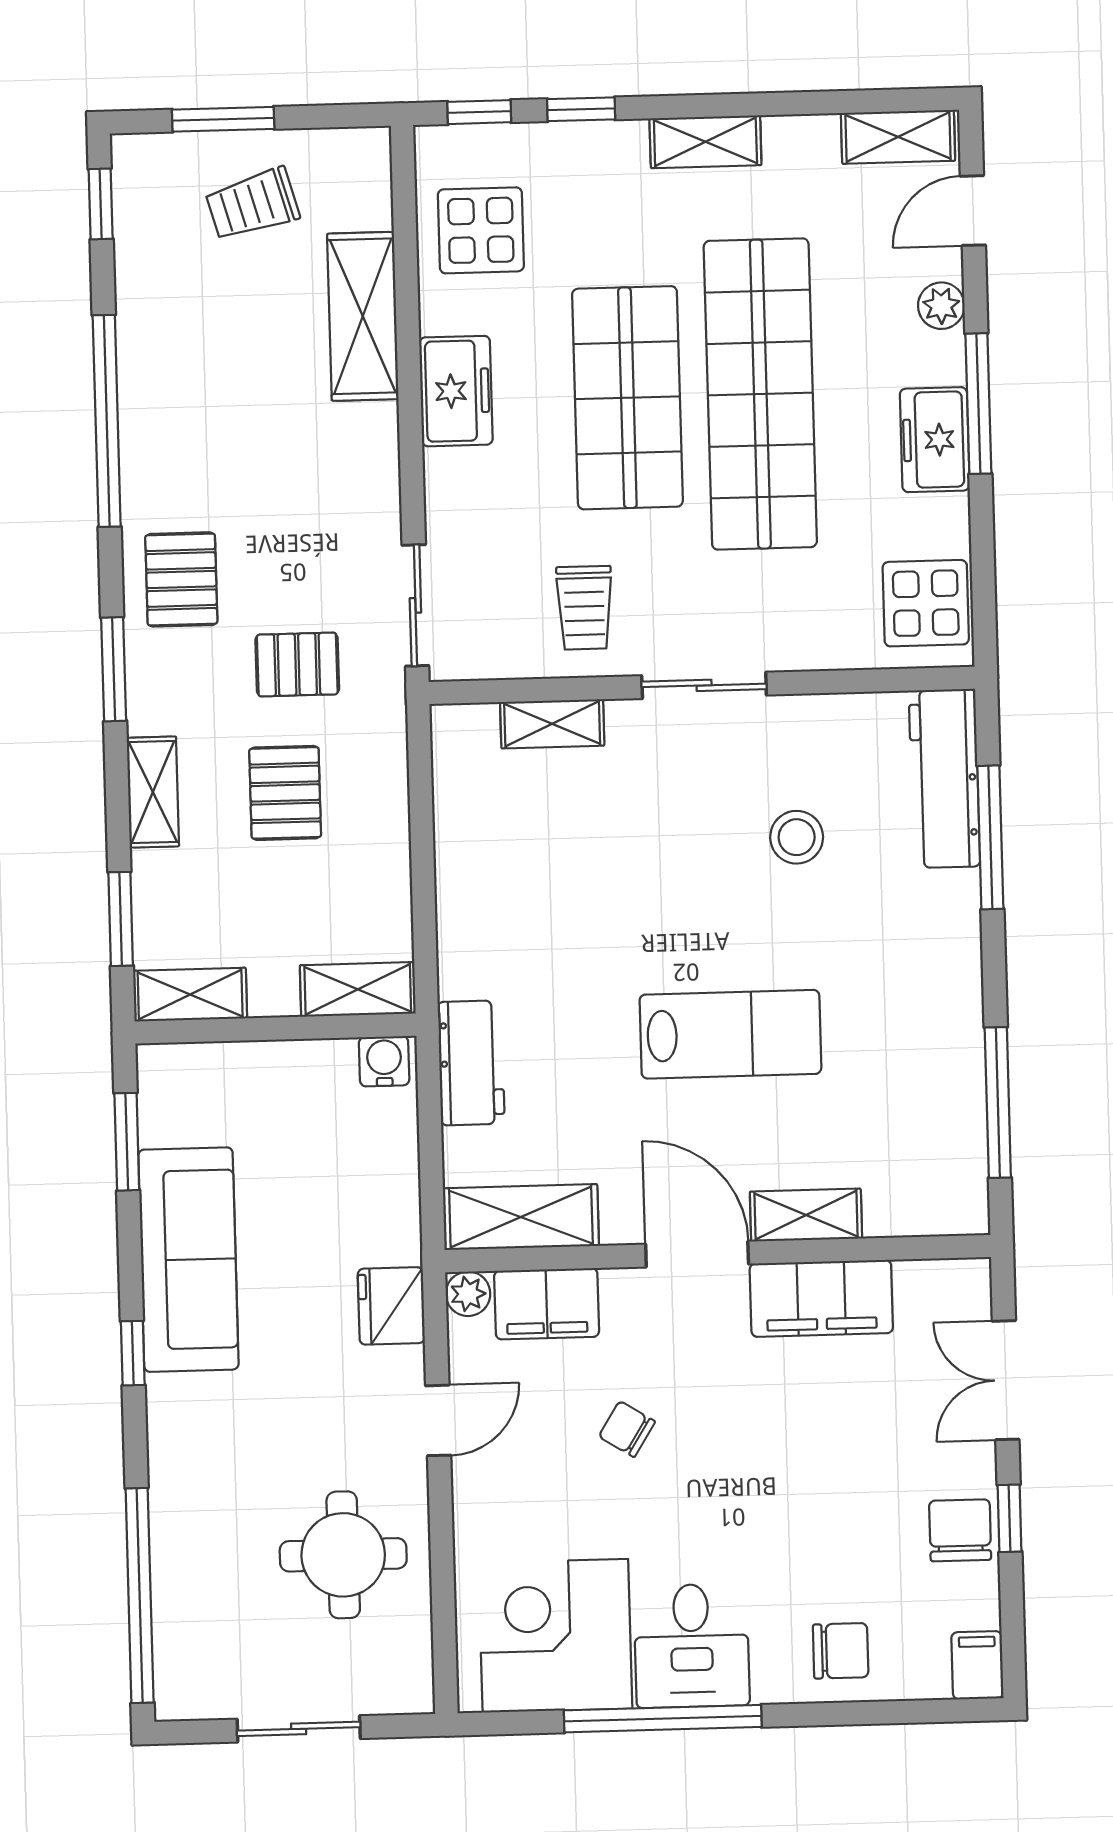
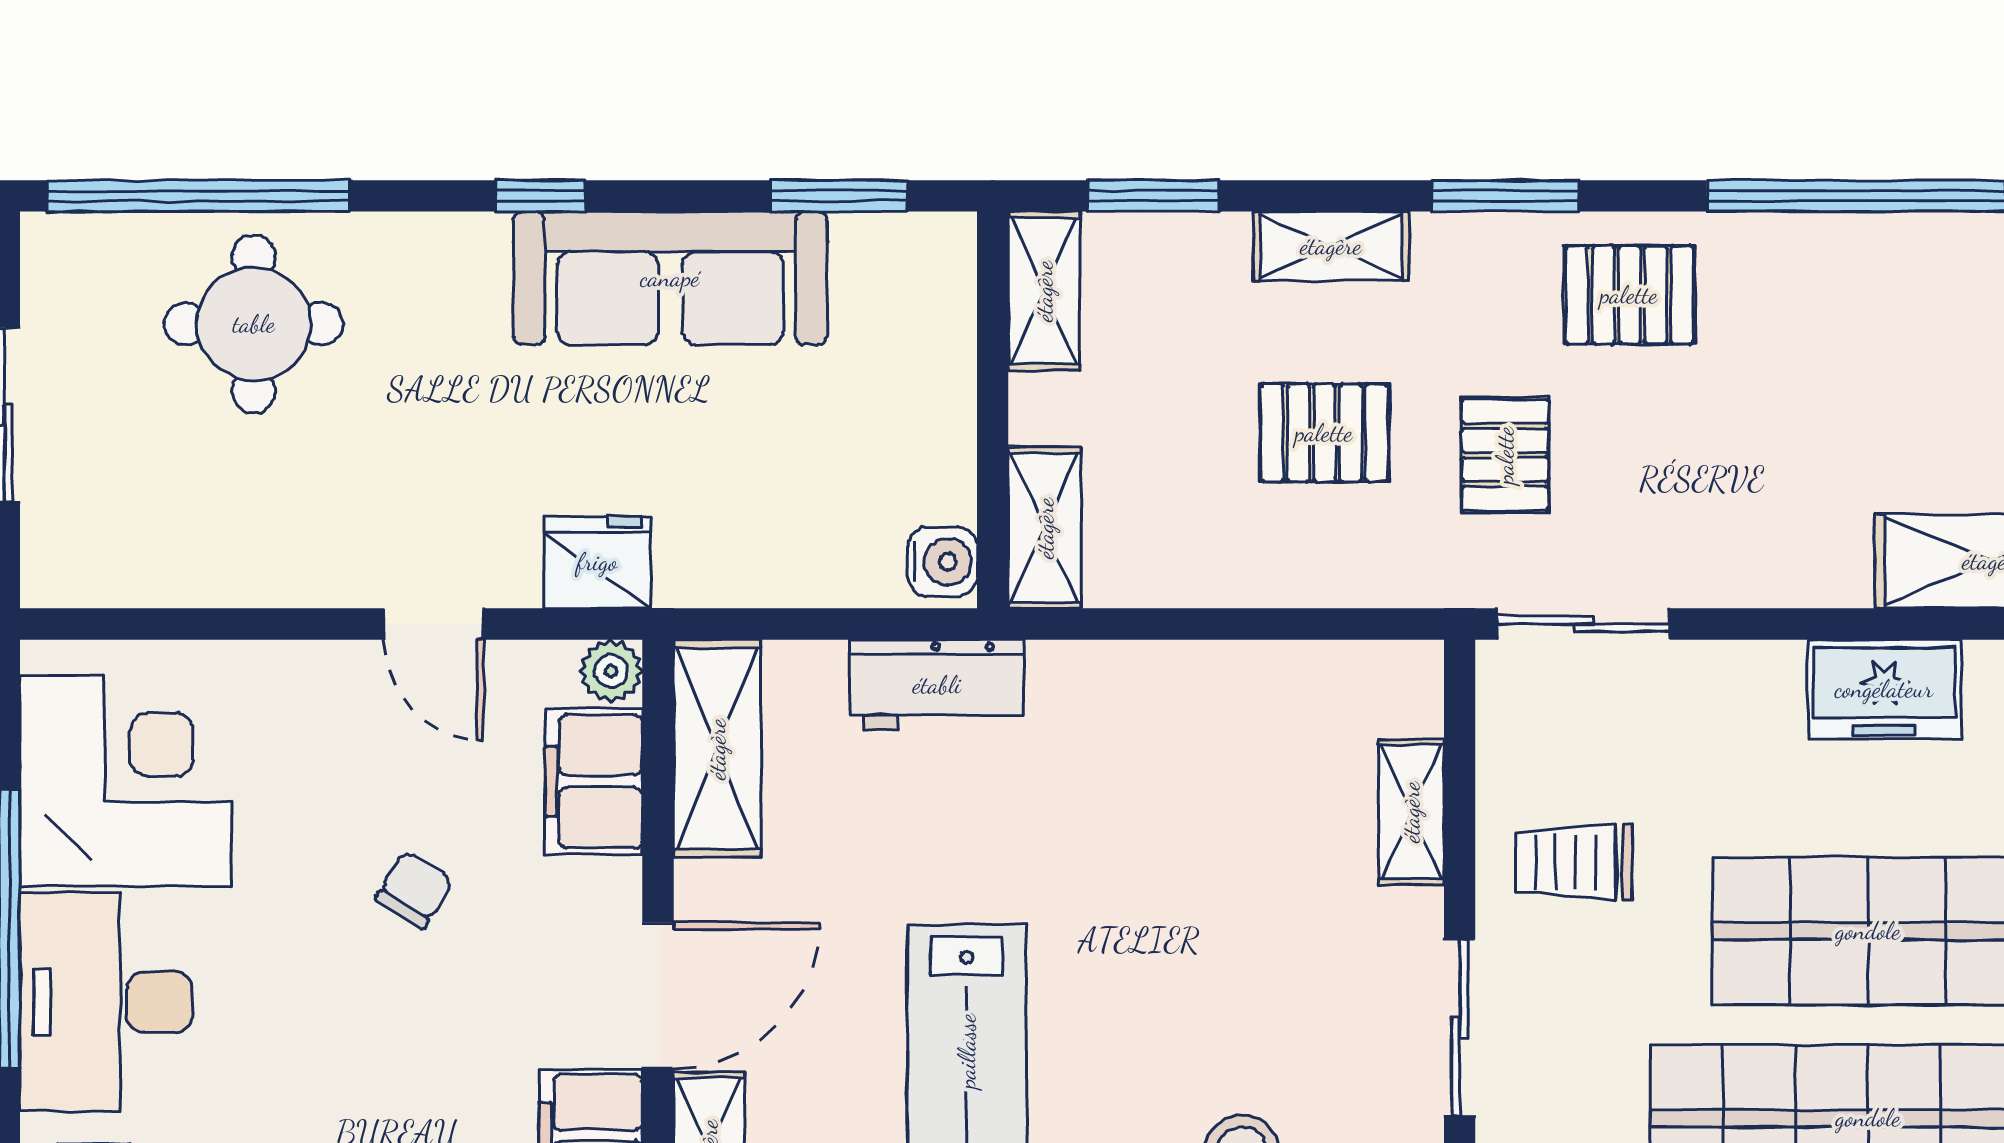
round table: (343, 1555) -> (254, 324), moved
desk: (692, 1646) -> (106, 1002), width x1.37

